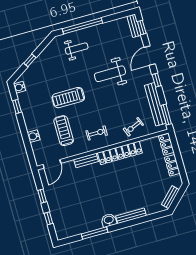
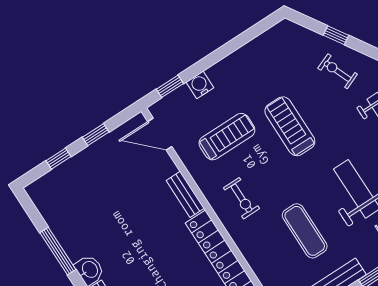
water cooler: (19, 87) -> (281, 31), removed
window: (17, 106) -> (170, 86), moved
exercise mat: (123, 106) -> (305, 231), added
exercise bike: (133, 127) -> (338, 71), moved

